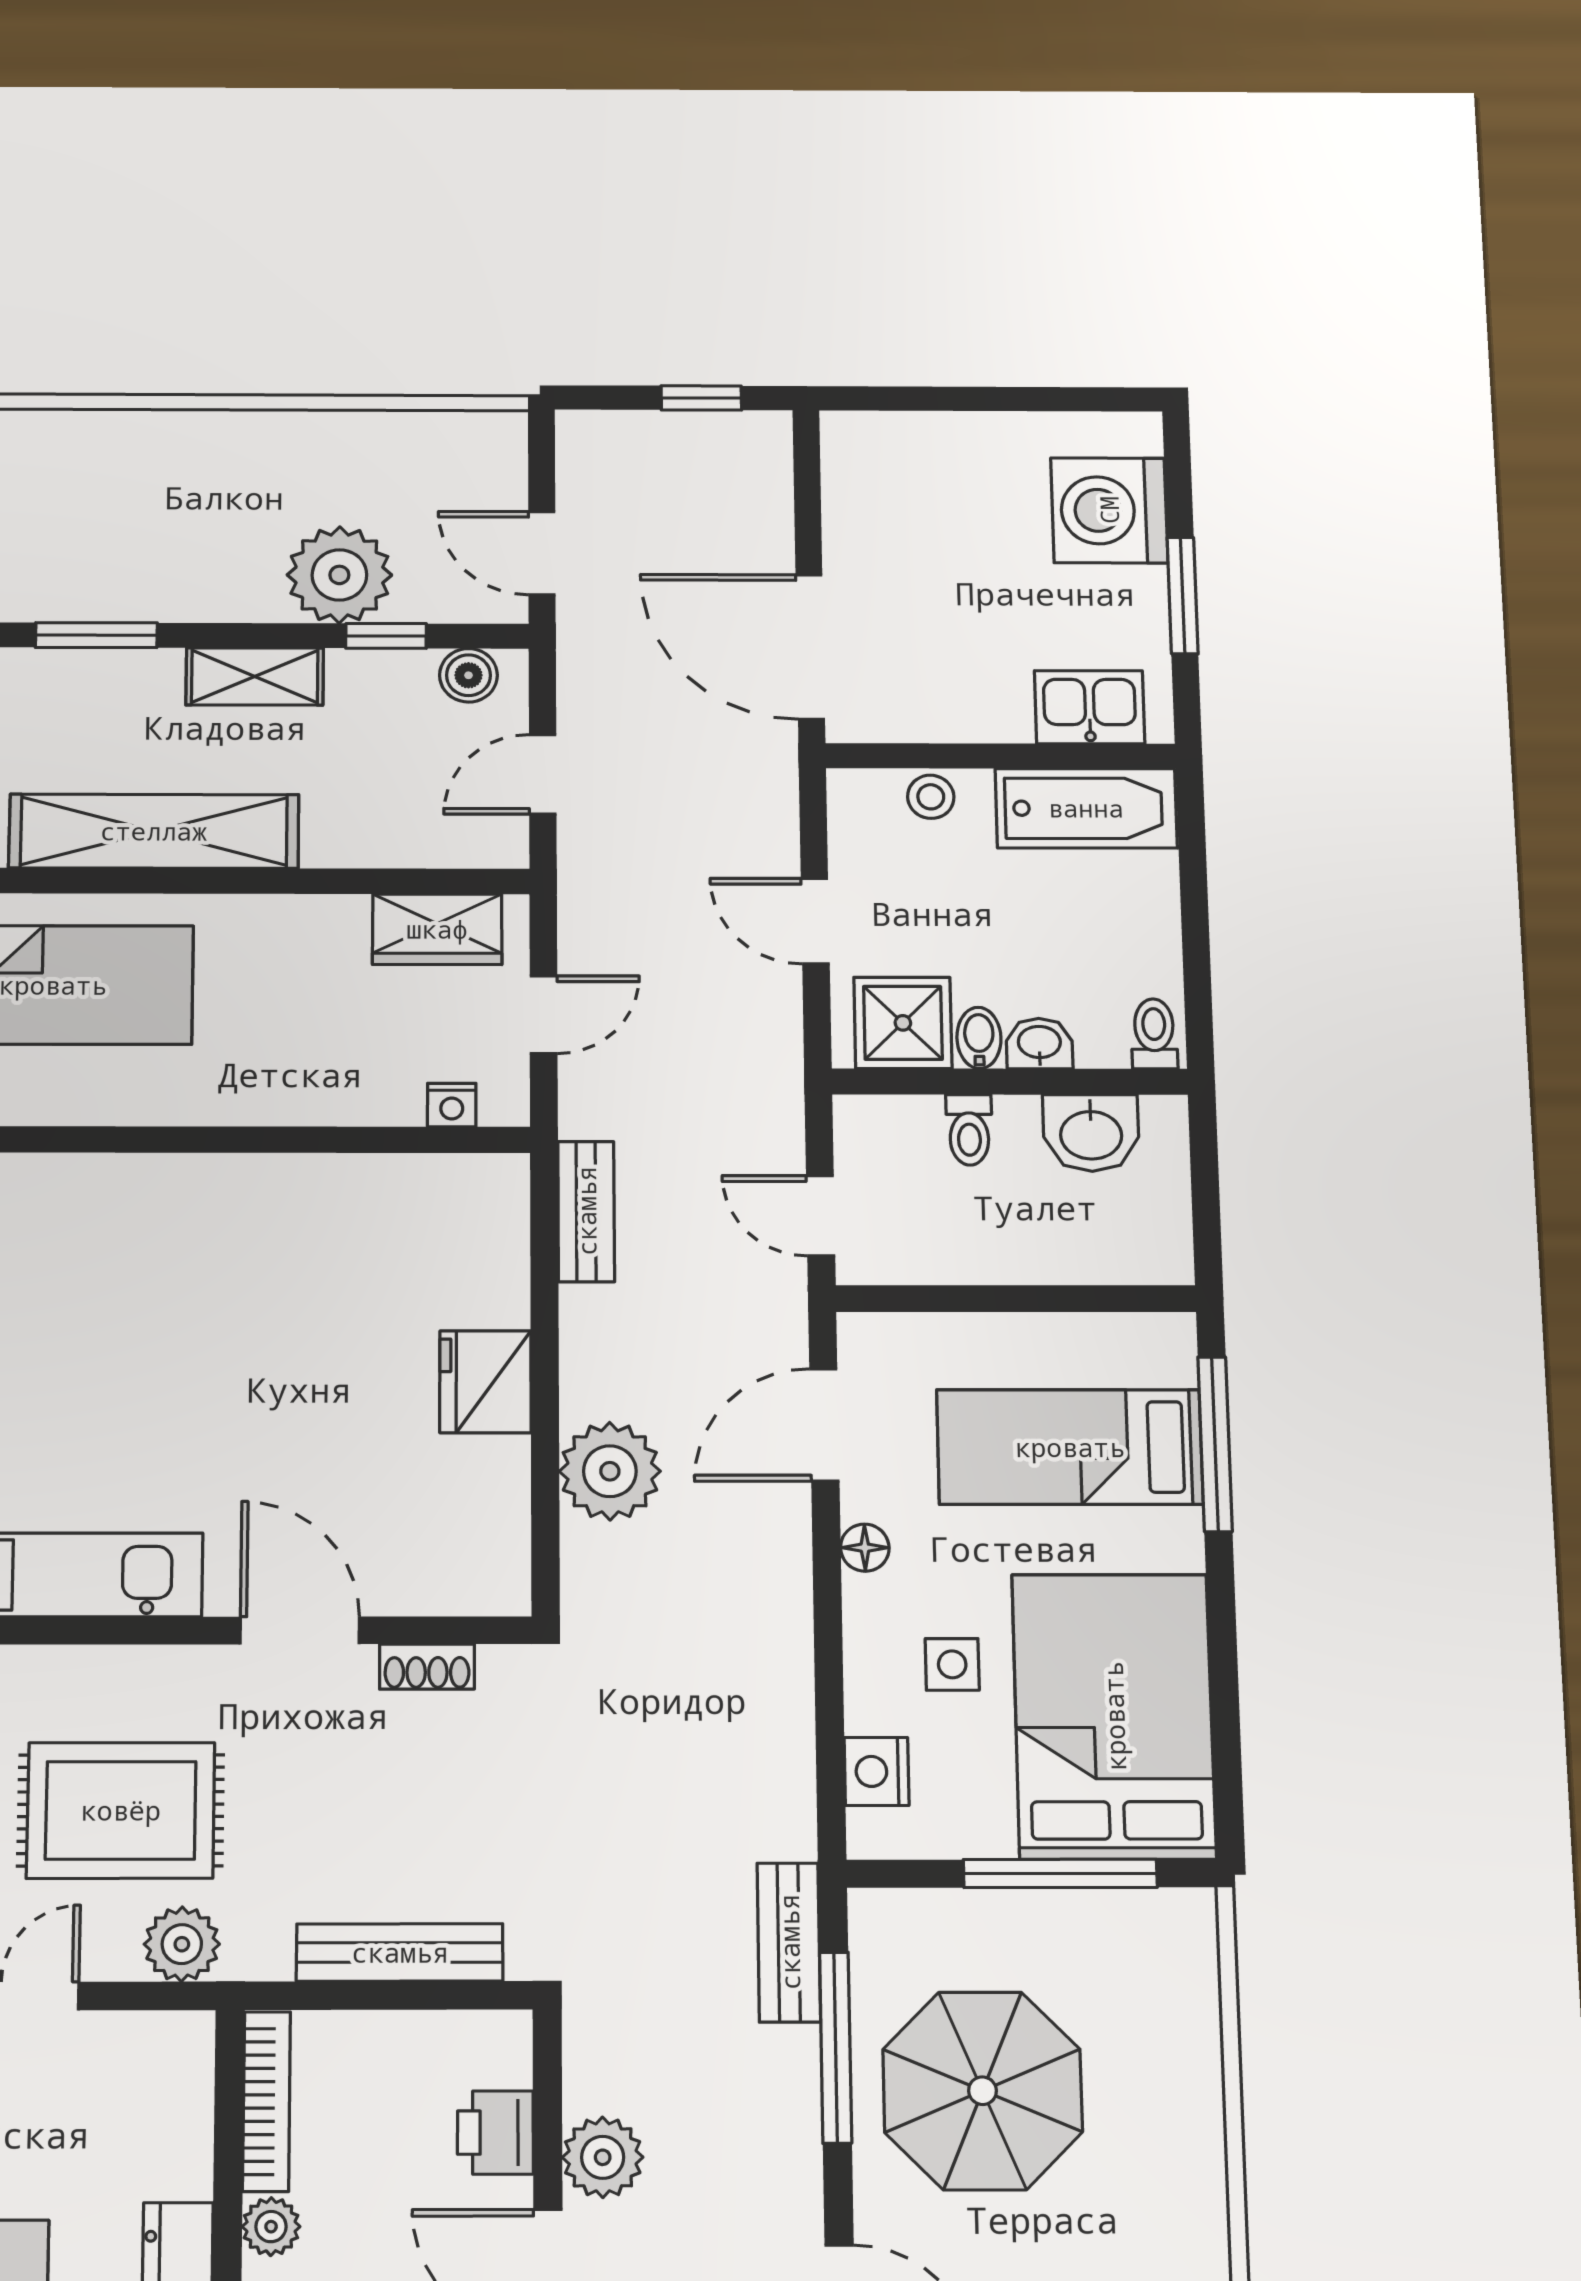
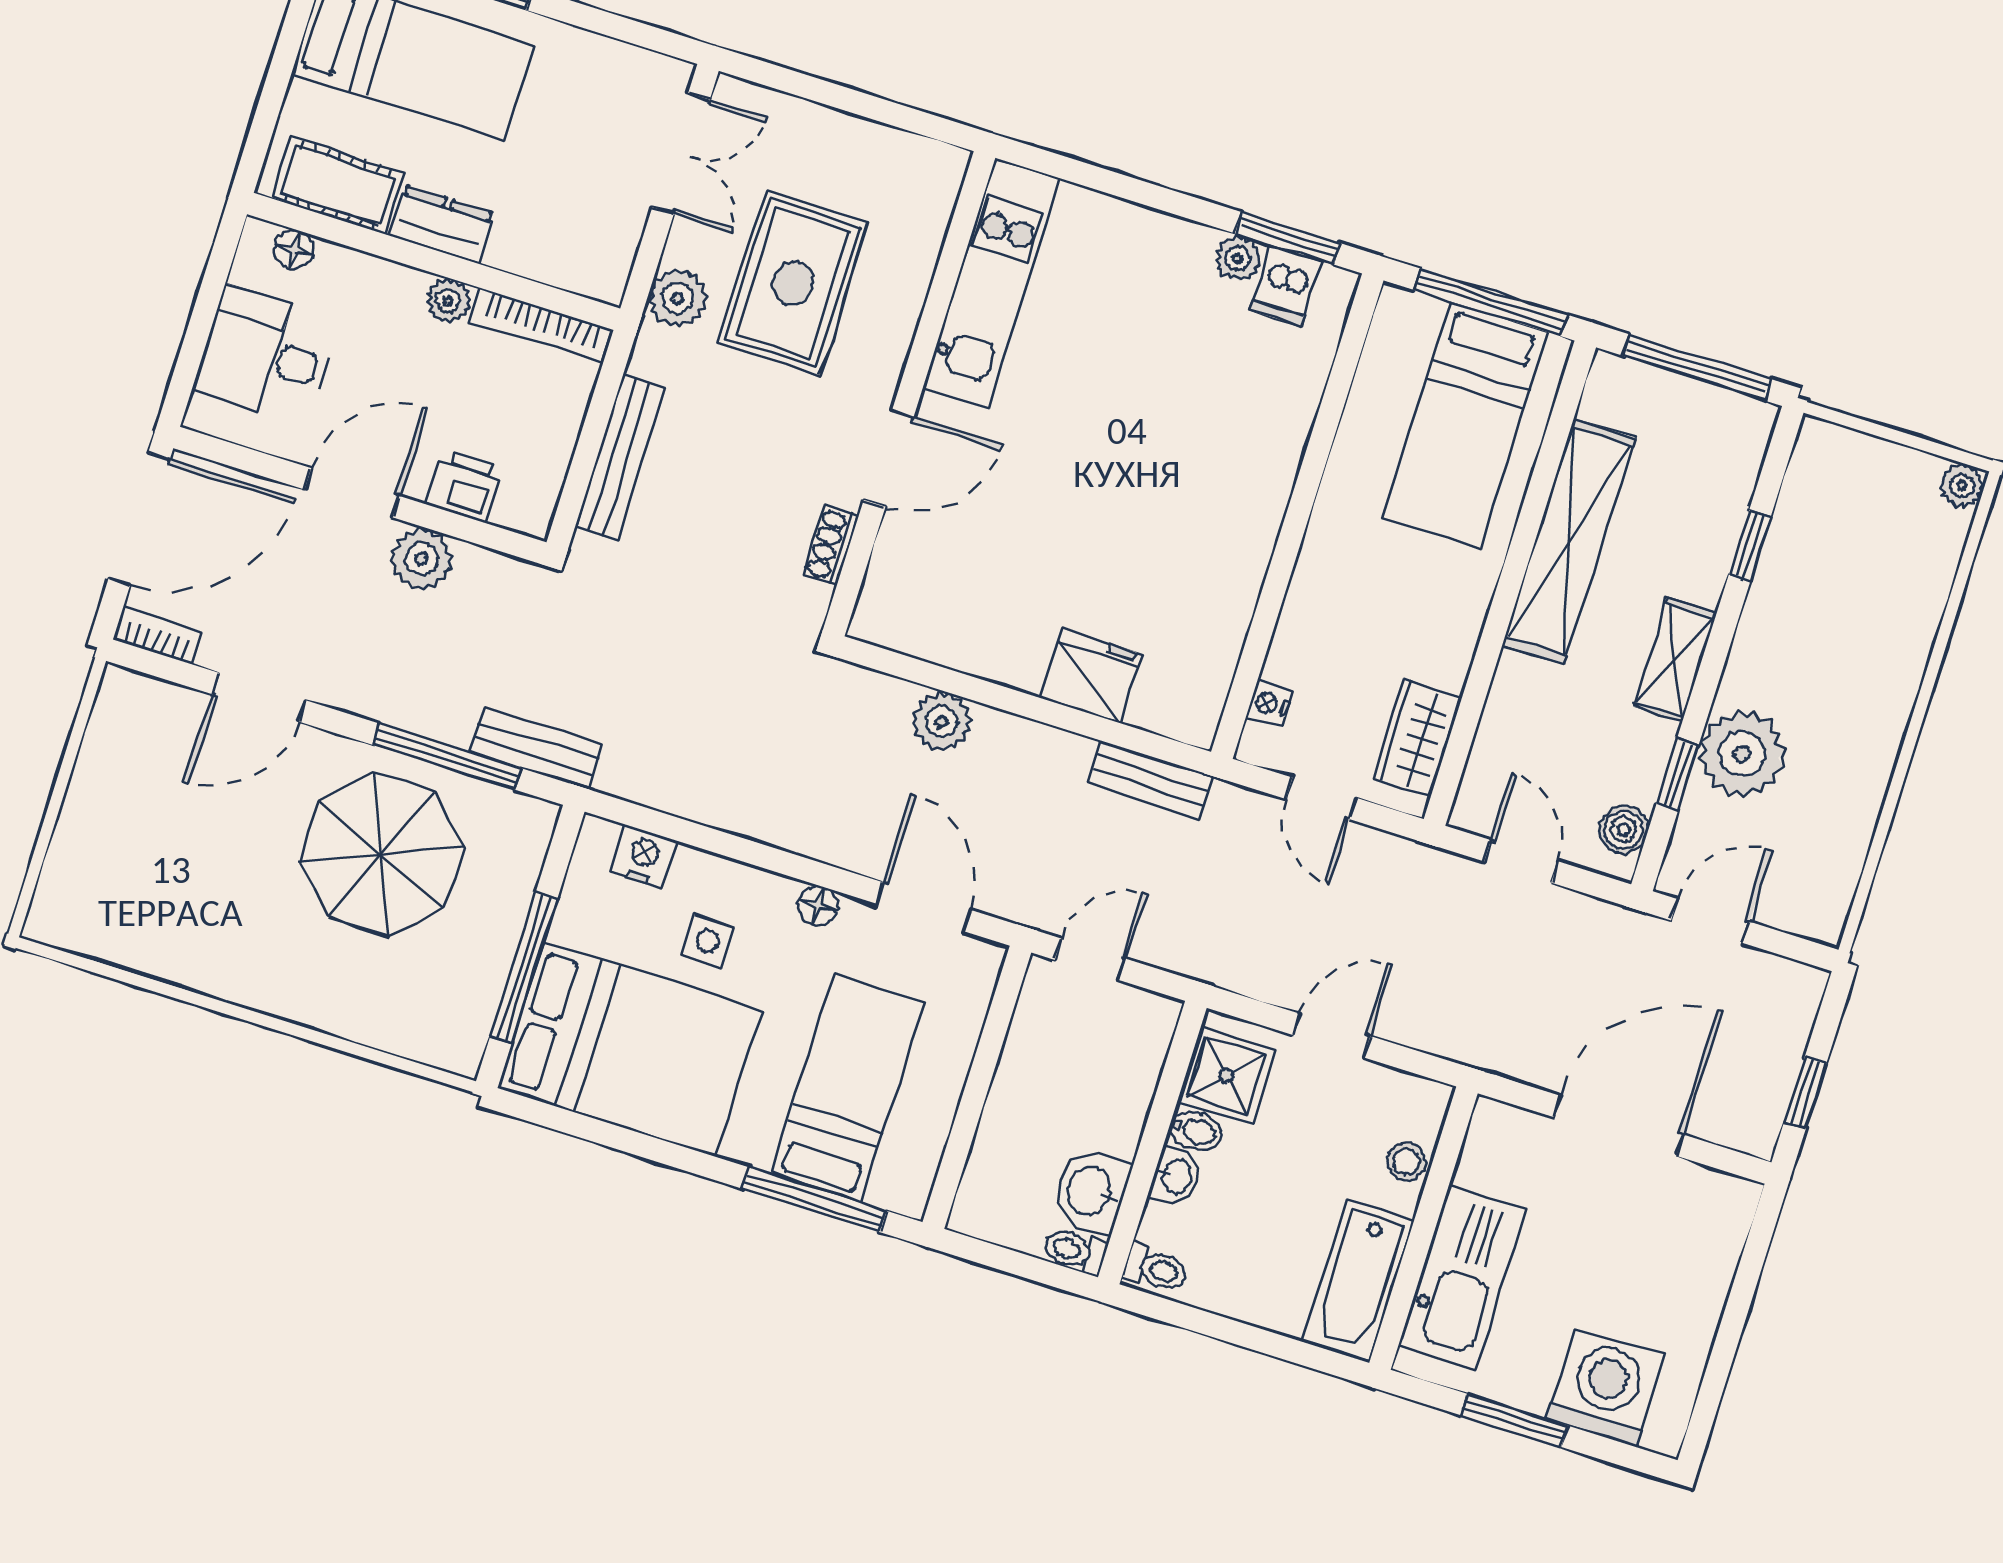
window: (96, 635) -> (1750, 545), width x0.67
door: (810, 647) -> (1618, 1126), moved
kitchen sink: (1090, 707) -> (1462, 1278), width x1.87, depth x1.24
toilet: (969, 1130) -> (1075, 1251), moved
fridge: (485, 1382) -> (1092, 676), moved
plant: (610, 1471) -> (942, 721), width x0.73, depth x0.73

